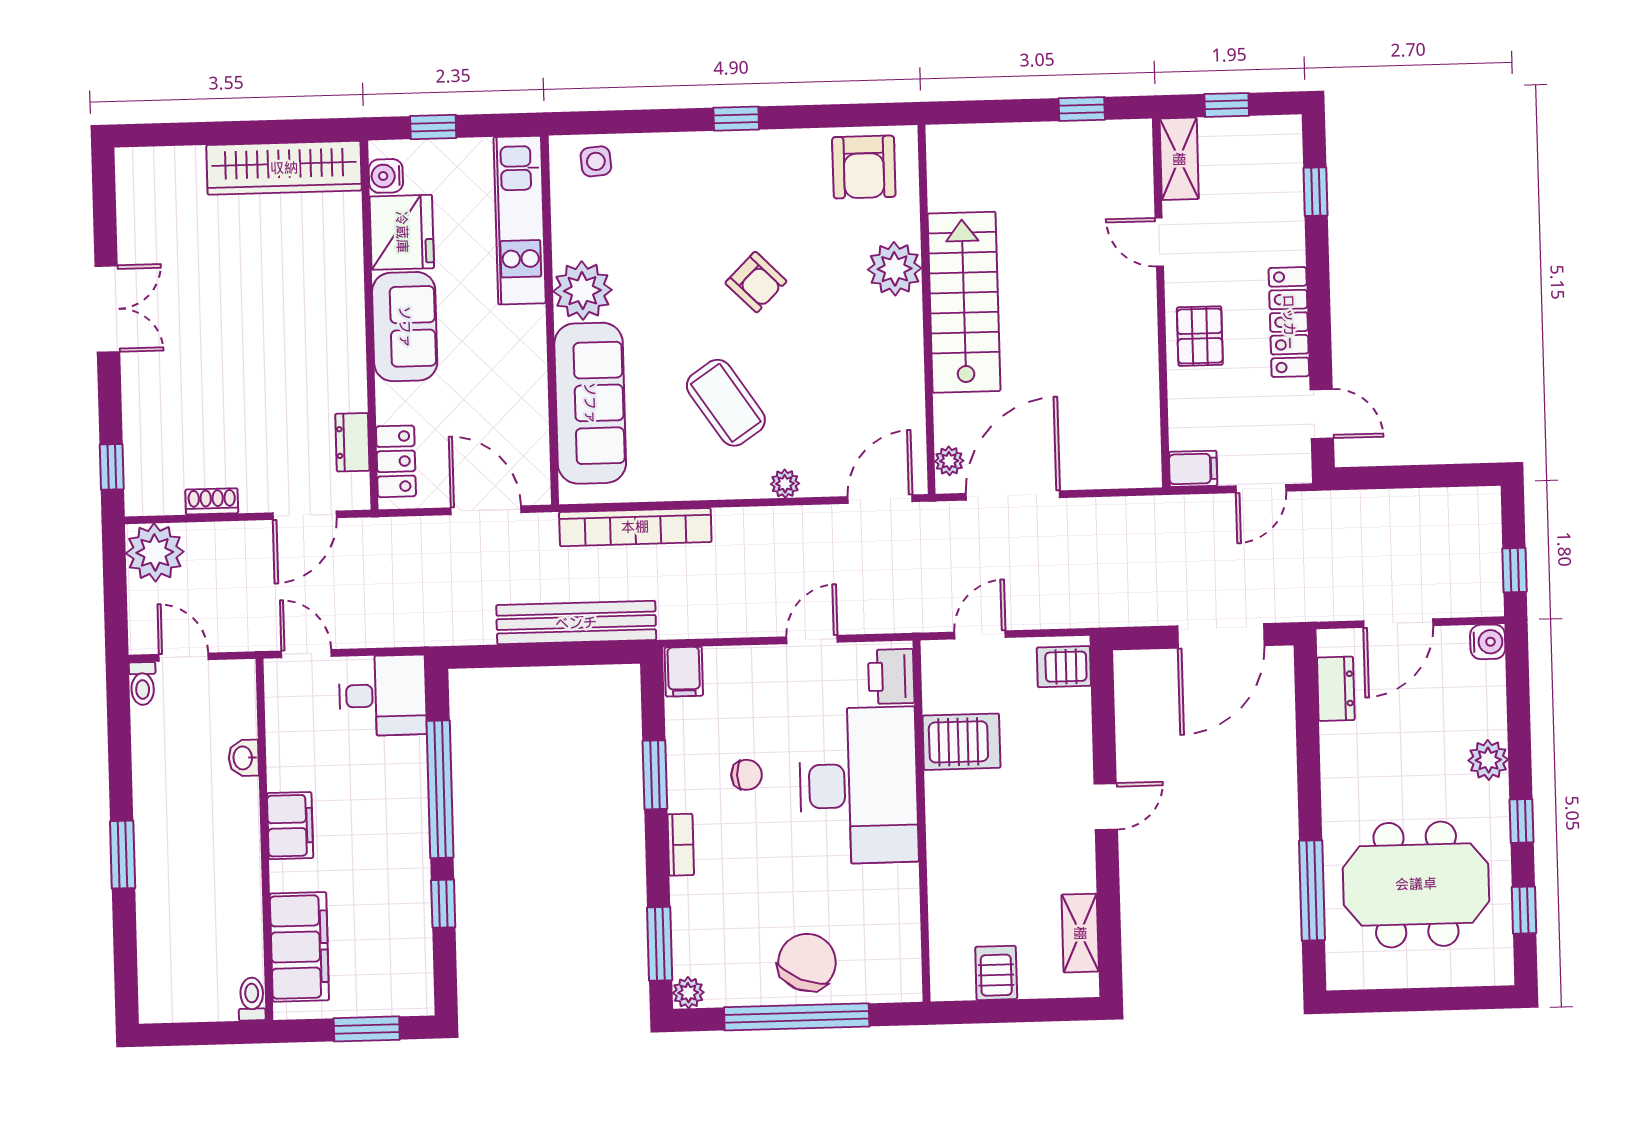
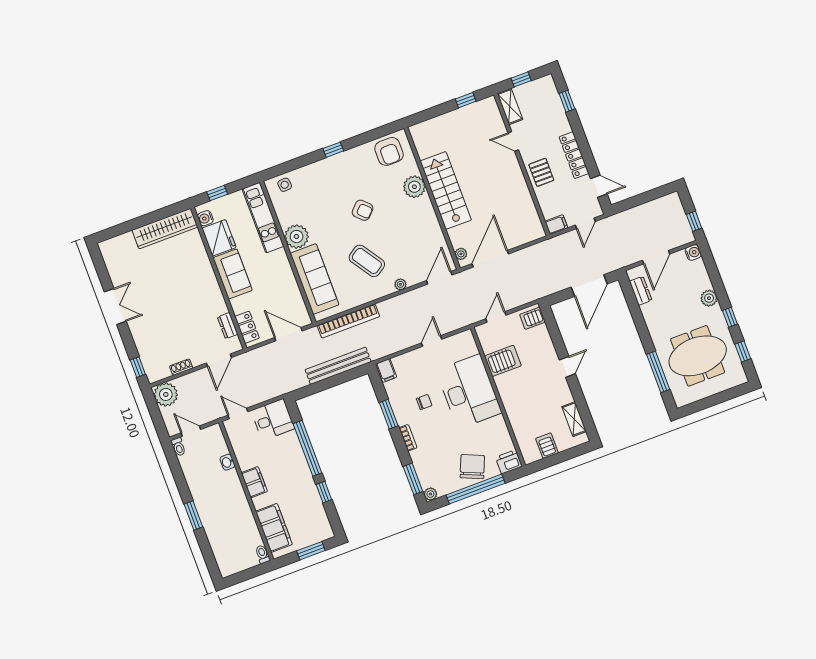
printer: (891, 676) -> (509, 462), moved, turned 90

